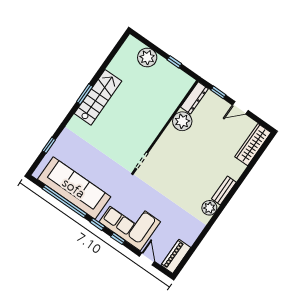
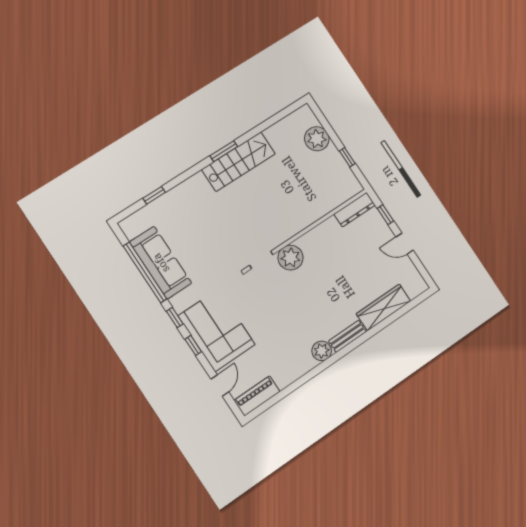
plant: (182, 121) -> (291, 258), moved
wardrobe: (253, 145) -> (383, 307), moved
sofa: (74, 188) -> (161, 263), width x0.74, depth x0.79

